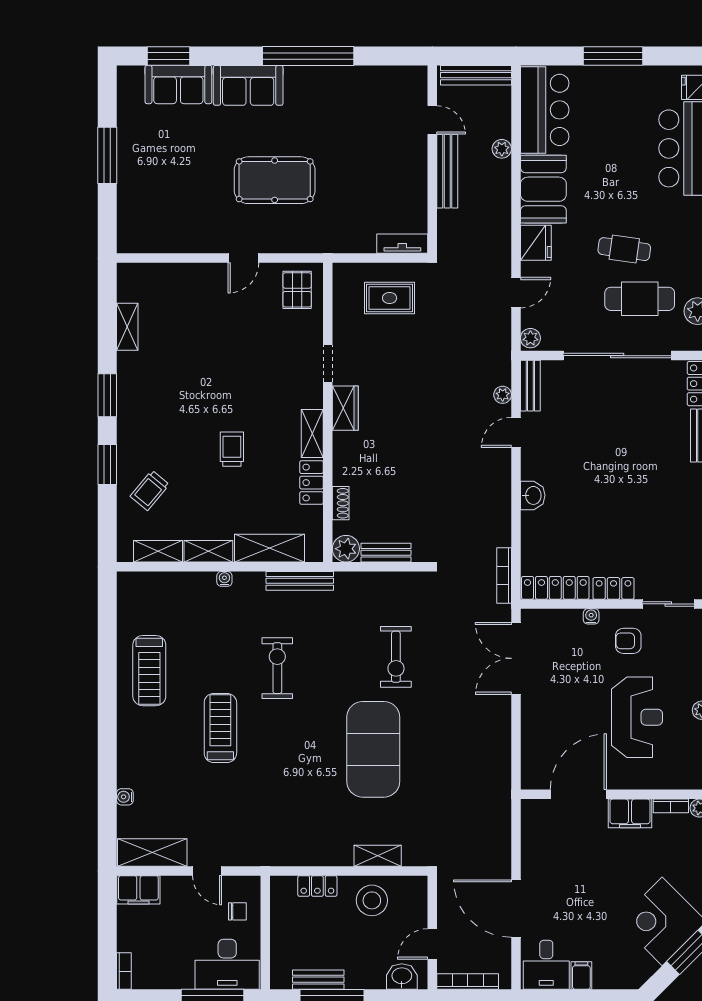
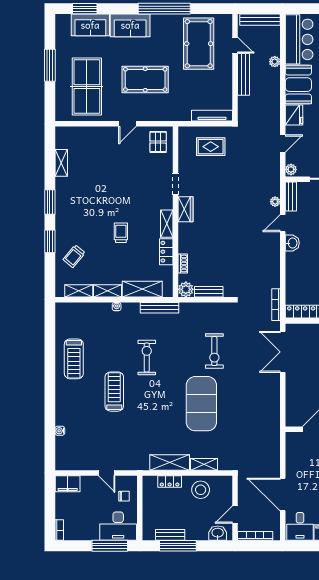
pool table: (368, 117) -> (199, 44), added
table tennis table: (172, 193) -> (87, 87), added
tv unit: (402, 244) -> (212, 116), width x1.41
washbasin: (533, 495) -> (292, 243), moved
shelving: (152, 852) -> (170, 462), moved

